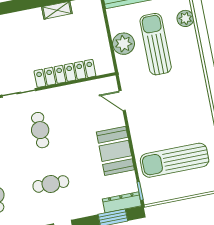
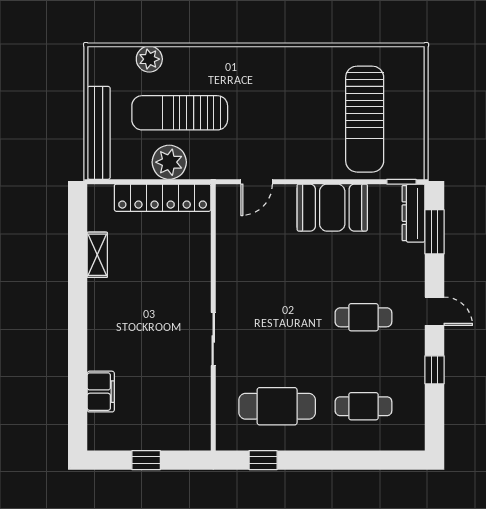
locker: (65, 73) -> (163, 198), moved, turned -90
cafe table: (40, 130) -> (277, 317), removed
cafe table: (51, 184) -> (363, 317), turned 90

